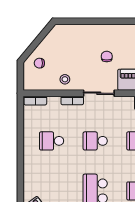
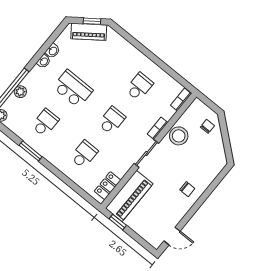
chair: (107, 56) -> (187, 189), moved
stool: (65, 79) -> (179, 136), width x1.89, depth x1.89

